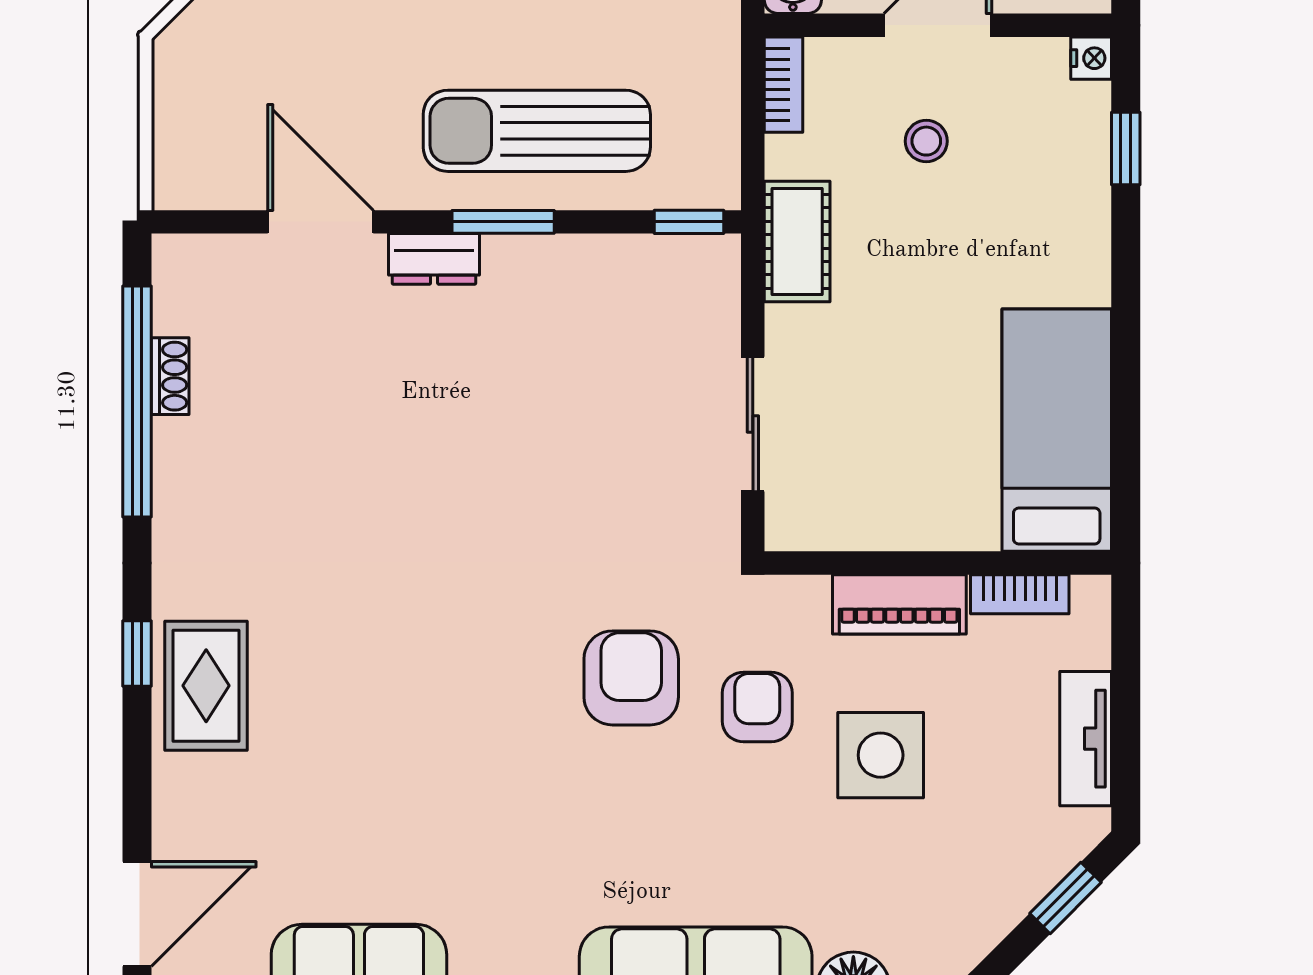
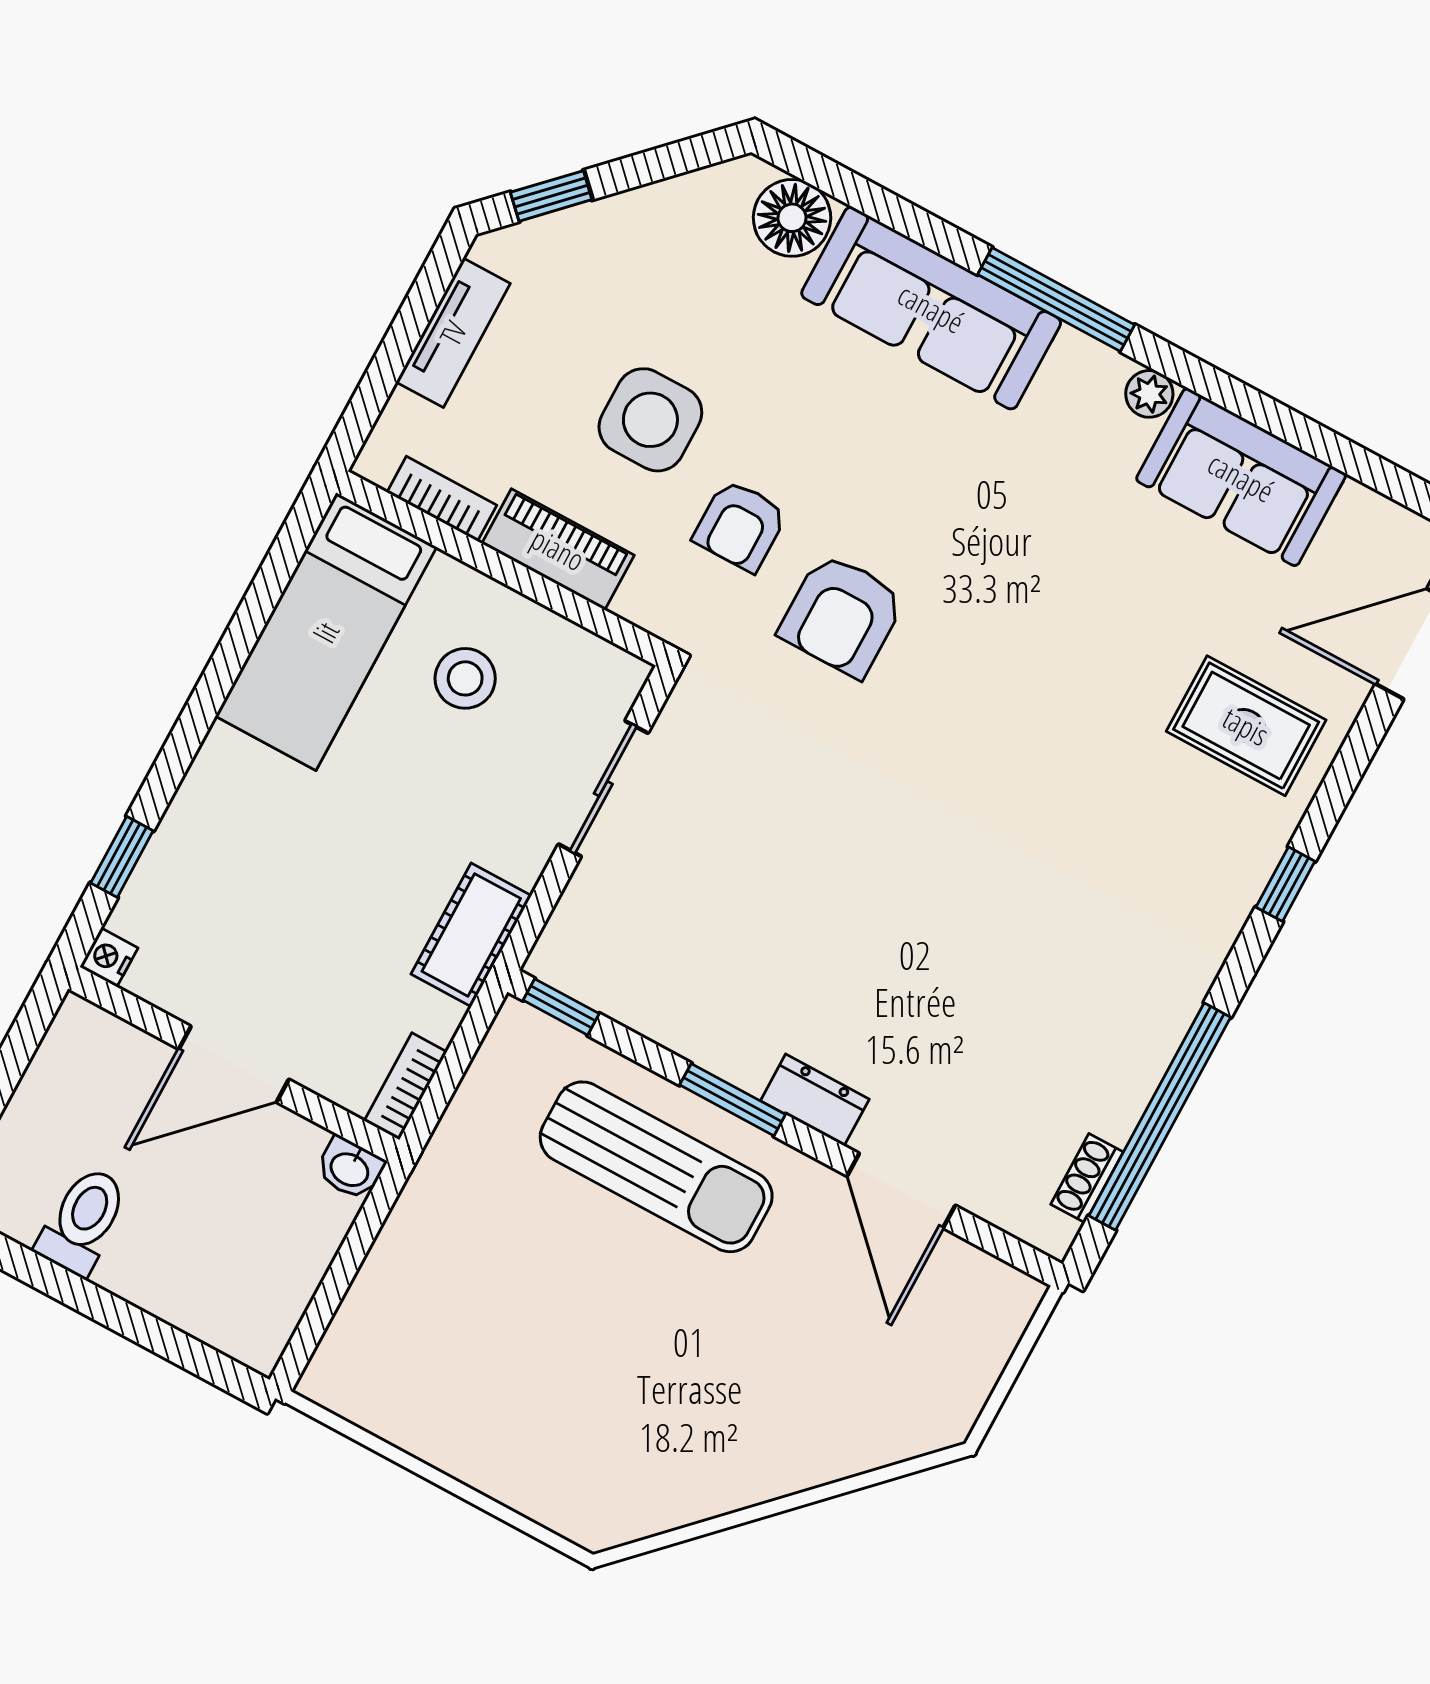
stool: (926, 141) -> (465, 678), moved, width x1.37, depth x1.37
shoe rack: (170, 376) -> (1087, 1178), moved
rug: (206, 686) -> (1246, 726), moved, turned 90

